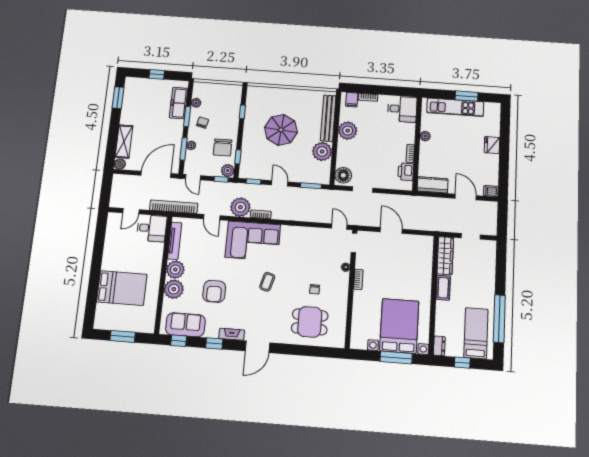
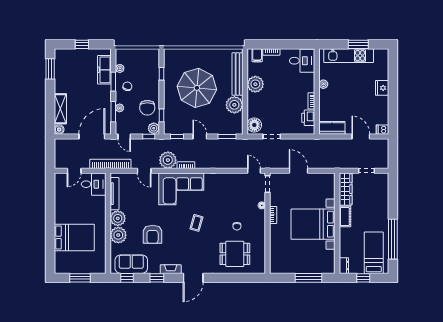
parasol: (281, 130) -> (197, 88), width x1.36, depth x1.36
bed with nightstands: (399, 326) -> (313, 224), moved, turned -90

